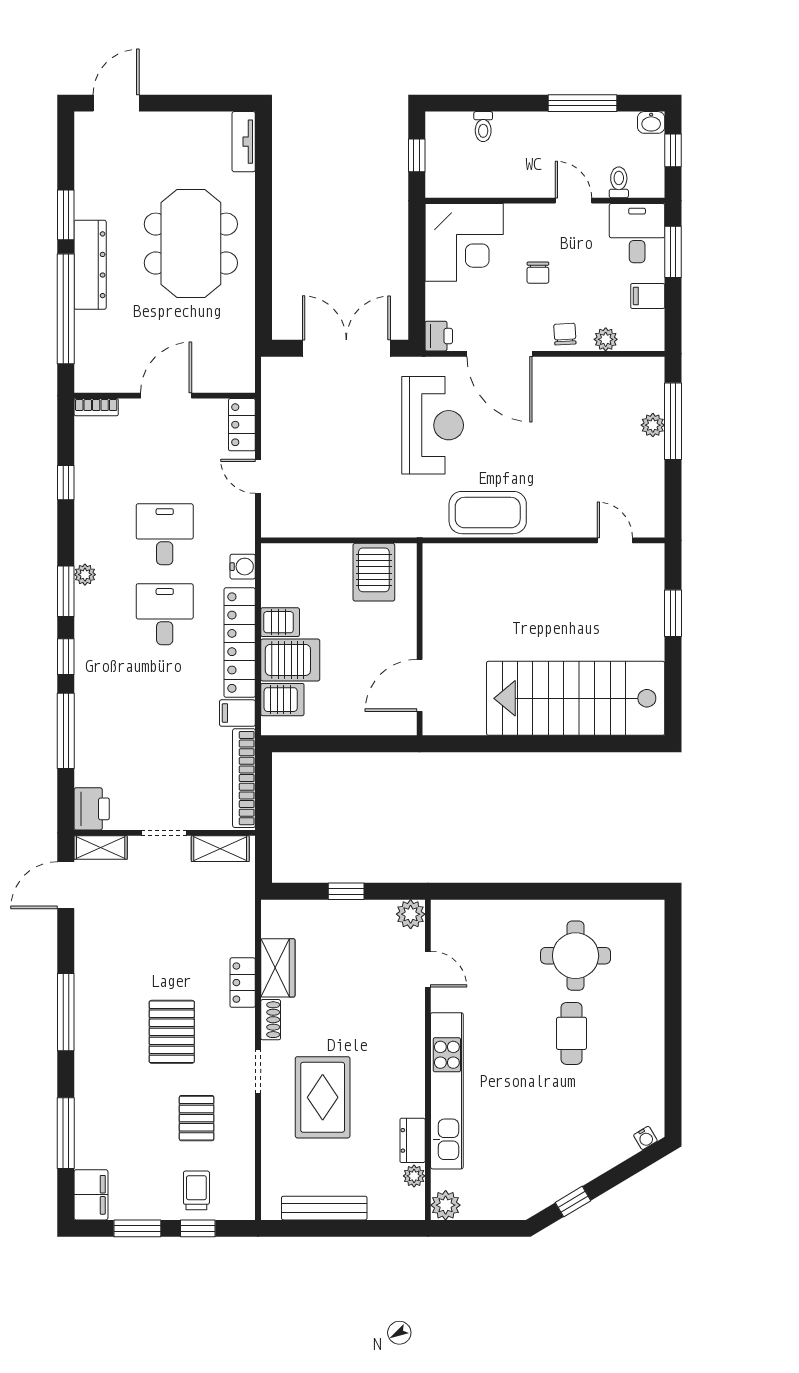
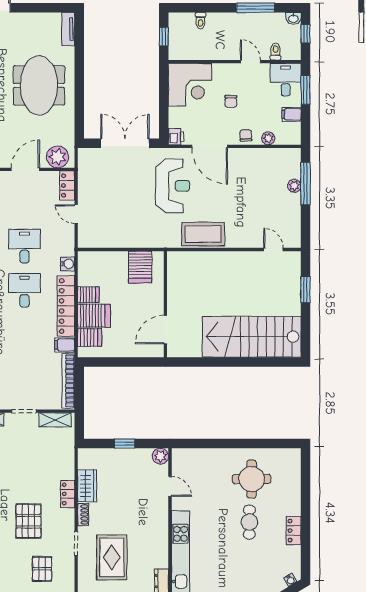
plant: (225, 373) -> (58, 157), added
locker: (652, 1049) -> (294, 531), added

